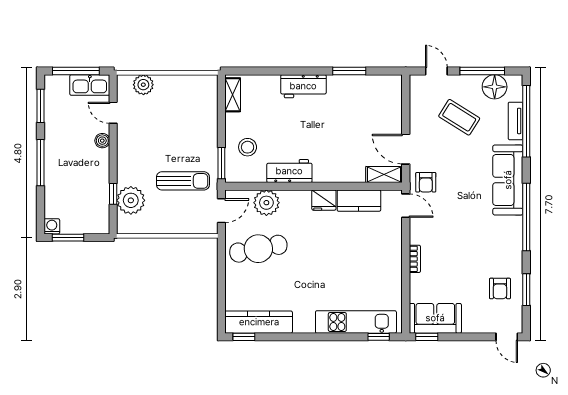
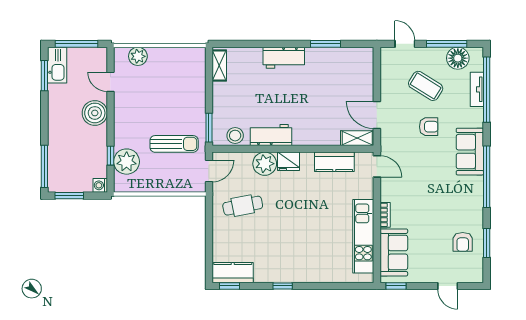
kitchen sink: (90, 85) -> (57, 65), moved, turned -90
boiler: (102, 141) -> (95, 113), width x1.86, depth x1.86
stool: (248, 147) -> (235, 136), moved
window: (41, 163) -> (44, 166), moved
sofa: (508, 180) -> (470, 152), width x0.73
armchair: (426, 182) -> (429, 127), moved, turned -90
fridge: (324, 200) -> (289, 161), moved
plant: (266, 203) -> (265, 164), moved
washing machine: (52, 226) -> (100, 185), moved, turned -90
cafe table: (258, 249) -> (243, 206), width x0.73, depth x0.74
sofa: (435, 318) -> (394, 252), moved, turned 90
kitchen counter: (259, 322) -> (233, 273), width x0.67
kitchen unit: (356, 322) -> (363, 236), moved, turned -90
window: (379, 337) -> (283, 286), moved
door: (507, 337) -> (448, 286), moved

